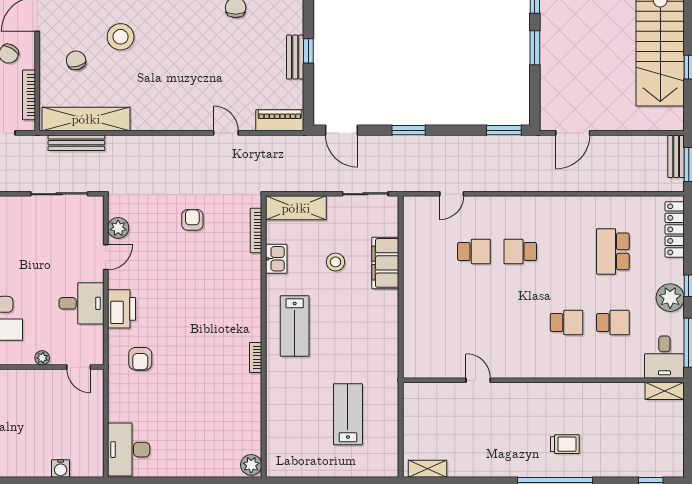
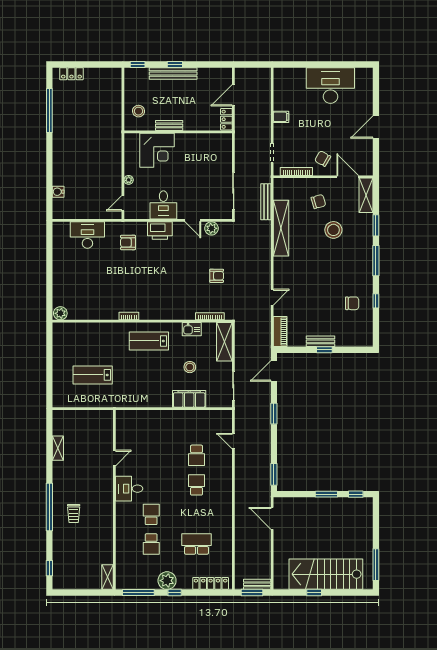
shelving: (86, 119) -> (281, 228), moved
school desk: (567, 323) -> (151, 514), turned 180
desk: (664, 357) -> (129, 489), moved
lab bench: (348, 414) -> (93, 375), turned 180
desk: (129, 450) -> (87, 235), moved
shelving: (428, 469) -> (58, 448), moved

